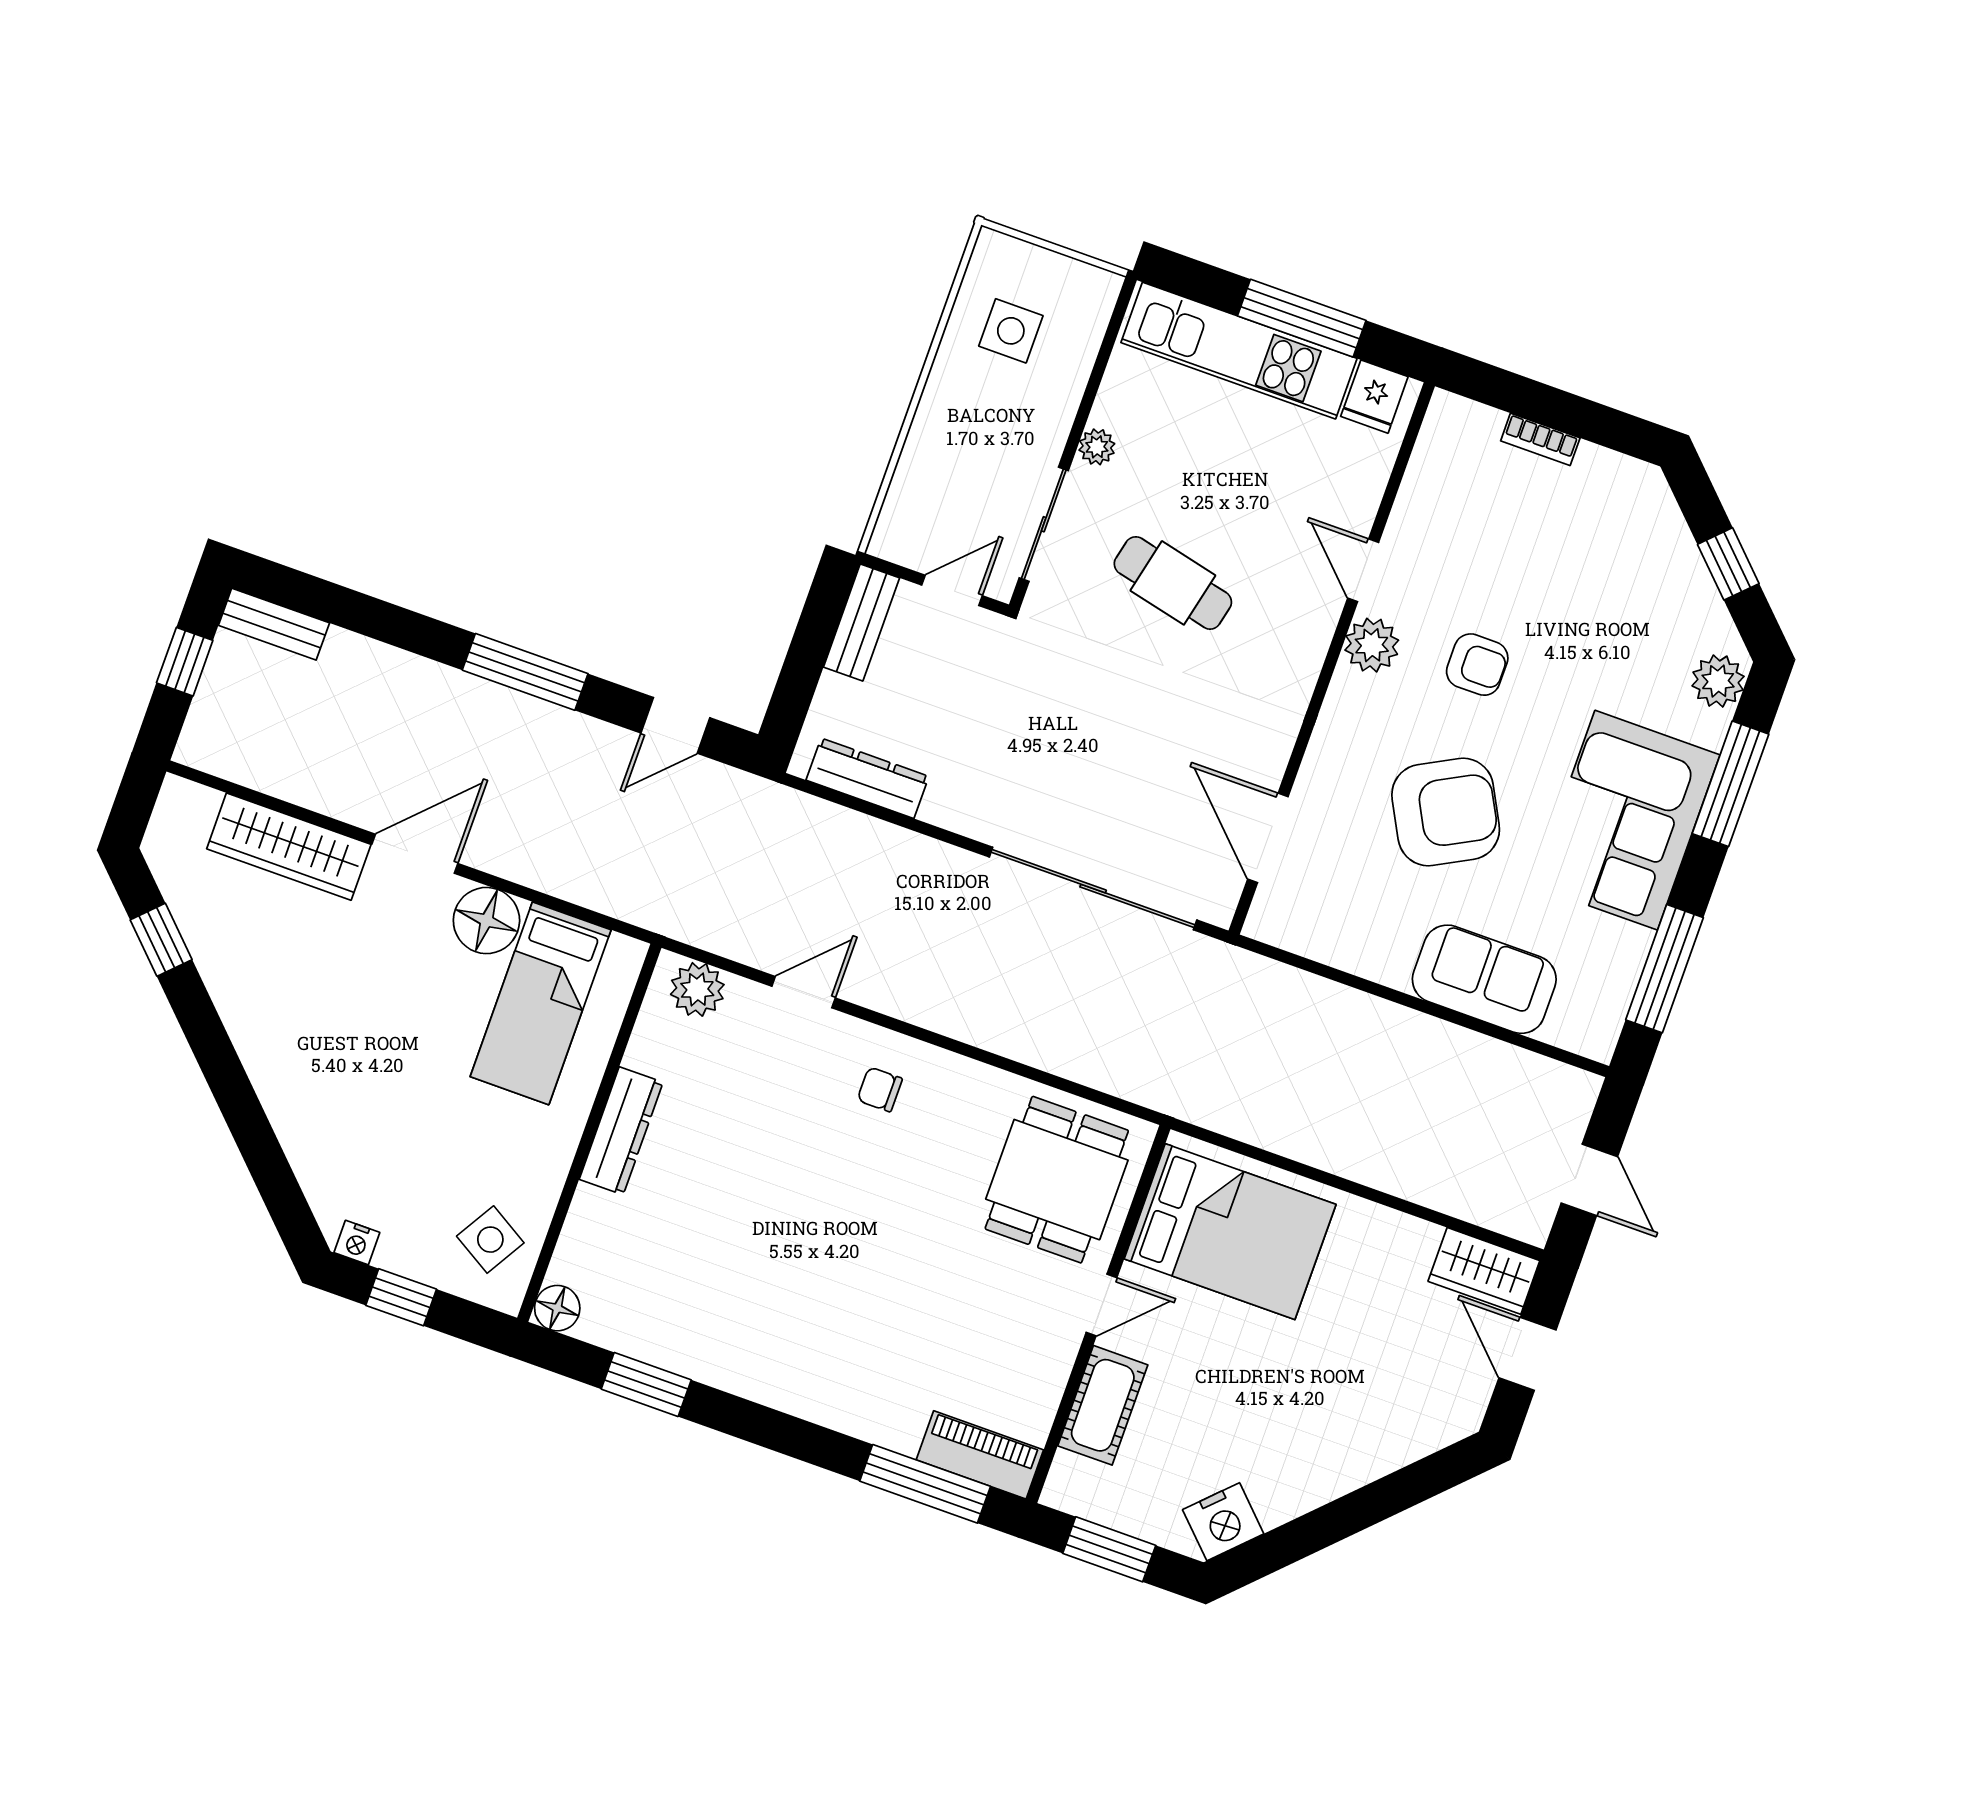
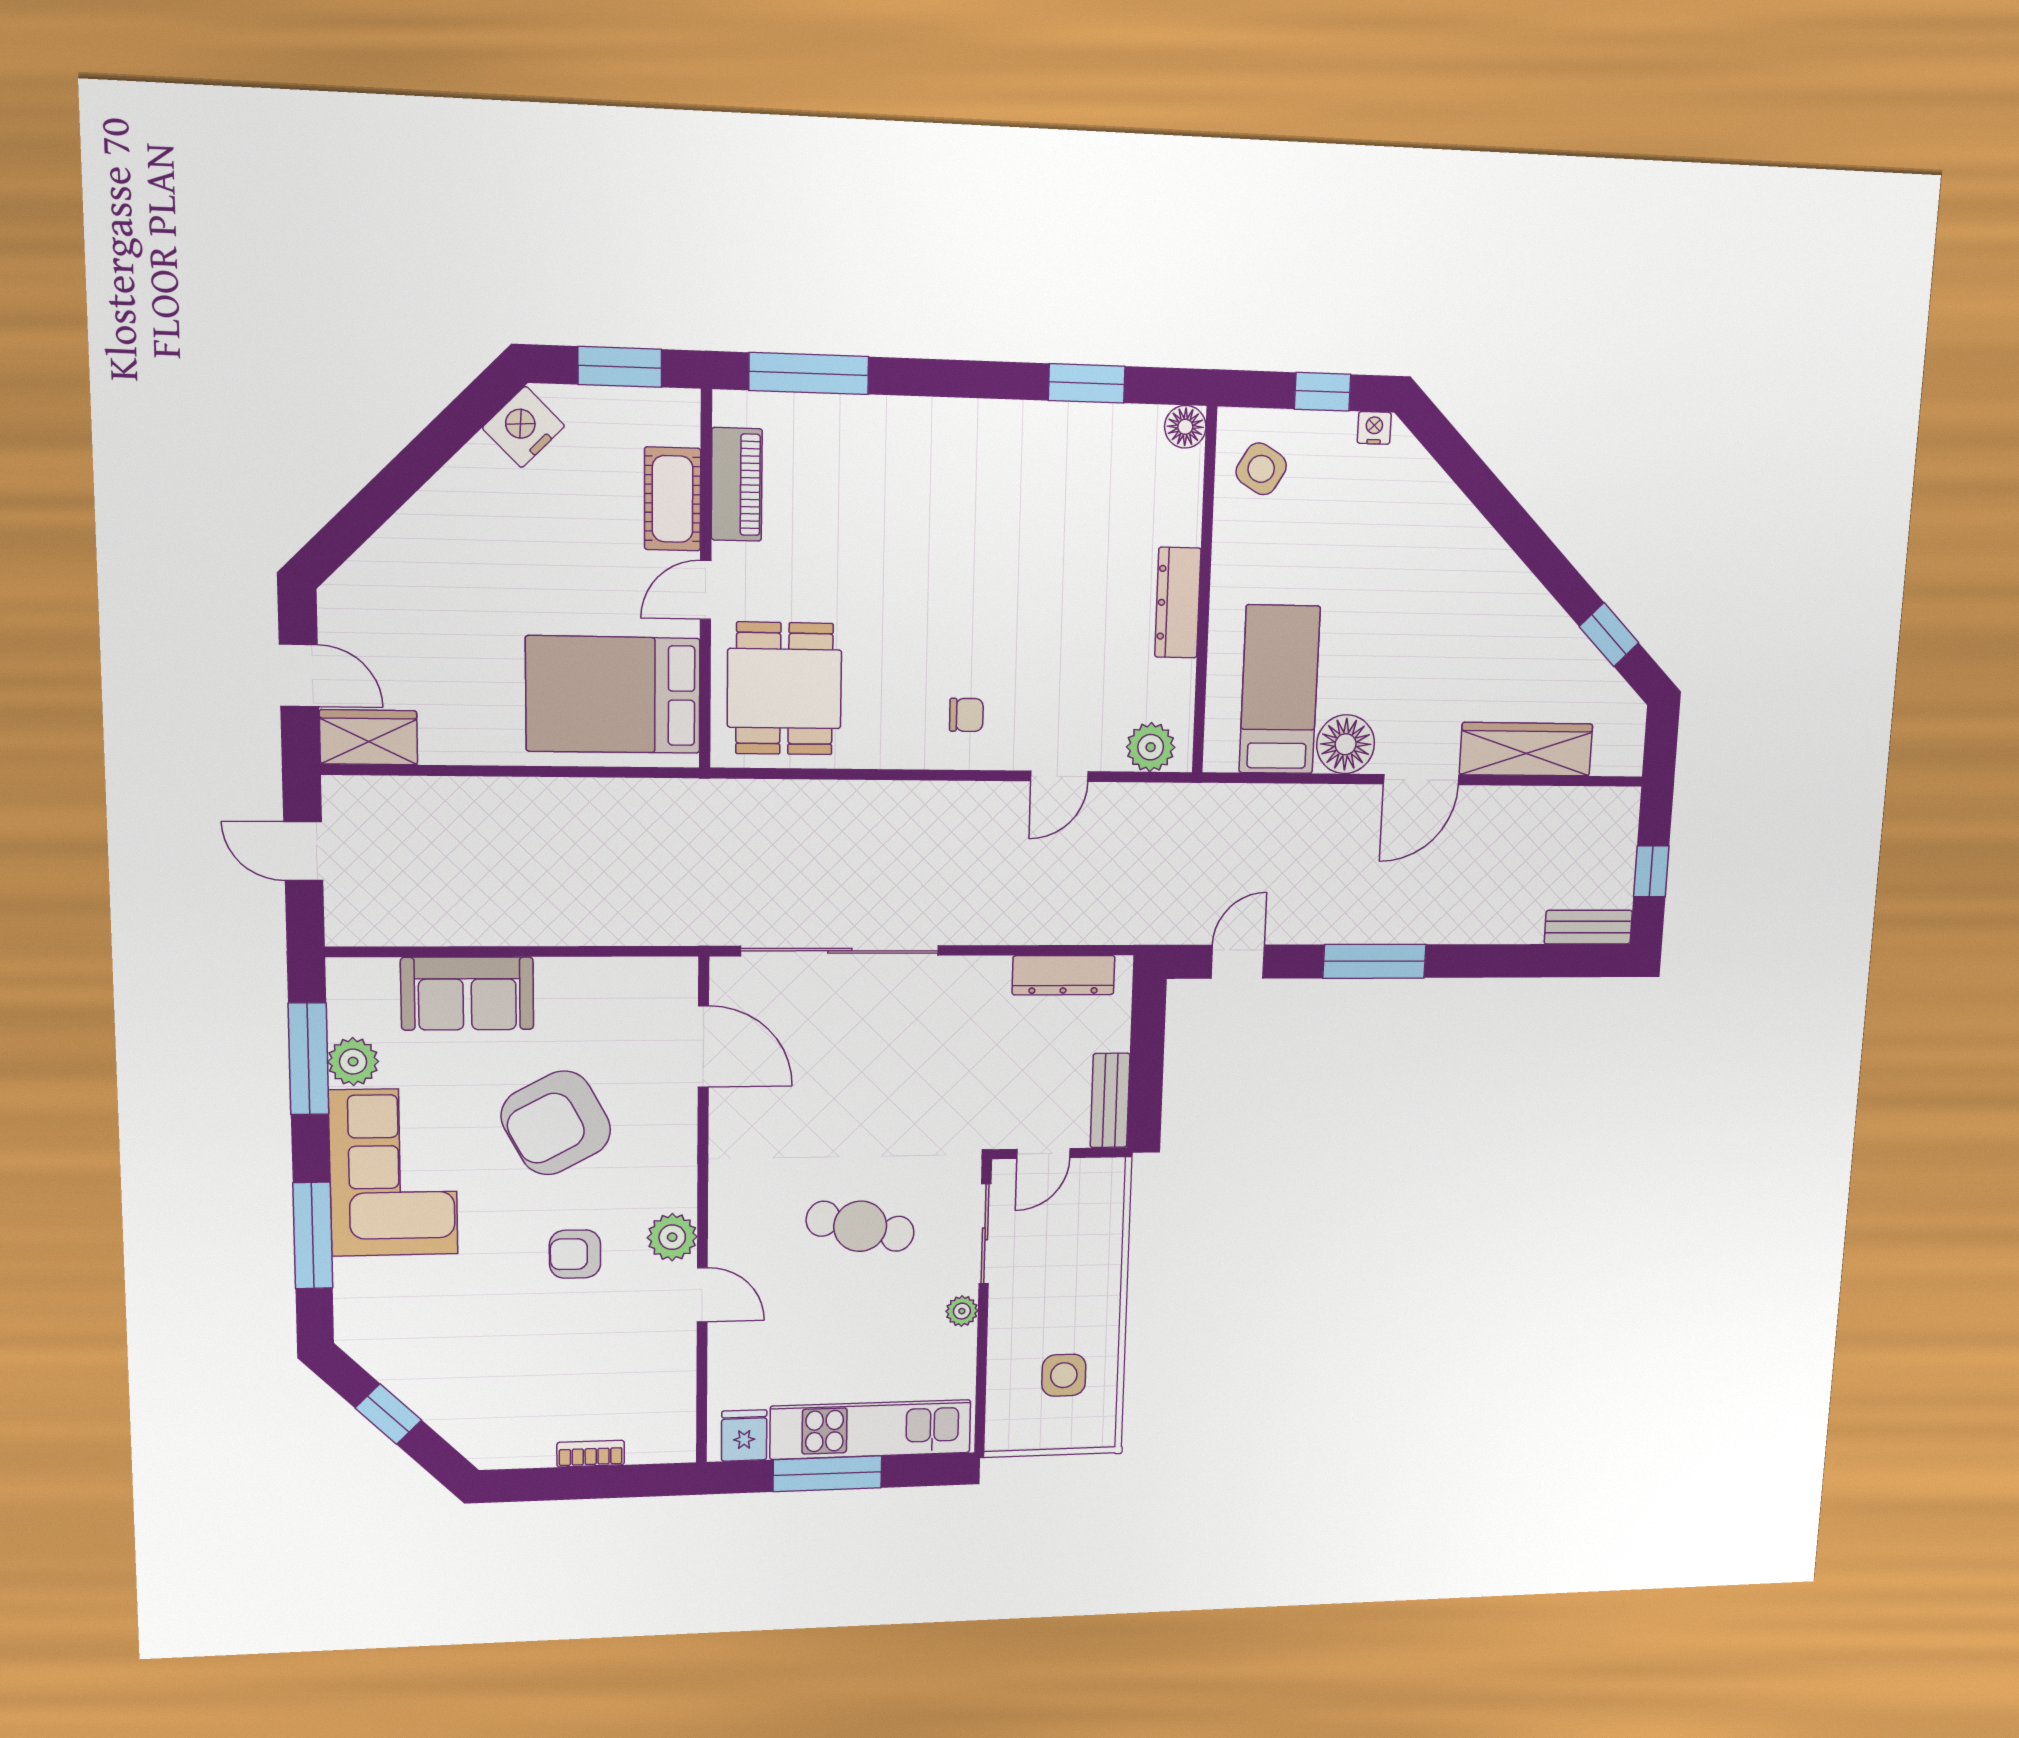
plant: (1718, 681) -> (353, 1062), moved
piano: (980, 1455) -> (737, 484), moved, turned -90

